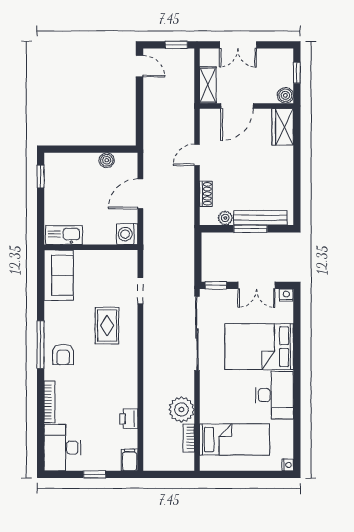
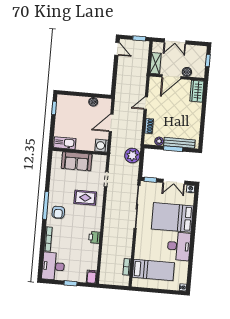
boiler: (285, 95) -> (187, 72), moved
sofa: (59, 275) -> (77, 161), moved, turned 90
rug: (107, 326) -> (85, 198), turned 90
plant: (181, 410) -> (132, 156), moved
printer: (129, 419) -> (94, 237), moved

